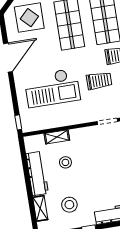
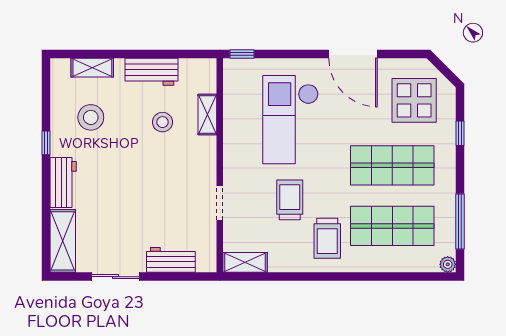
trolley: (99, 81) -> (290, 200), turned 180
workbench: (37, 174) -> (151, 72), width x0.73

